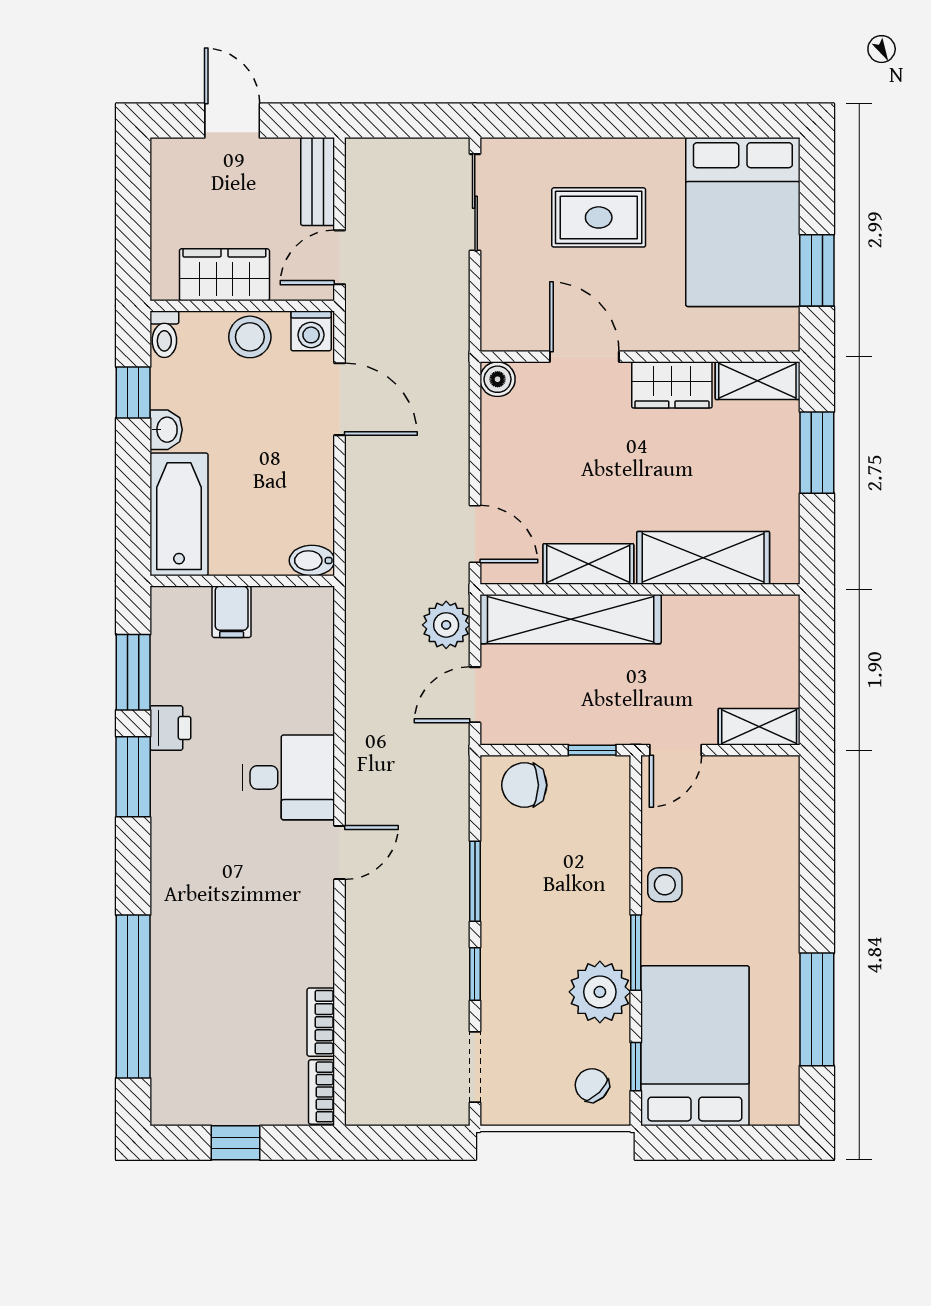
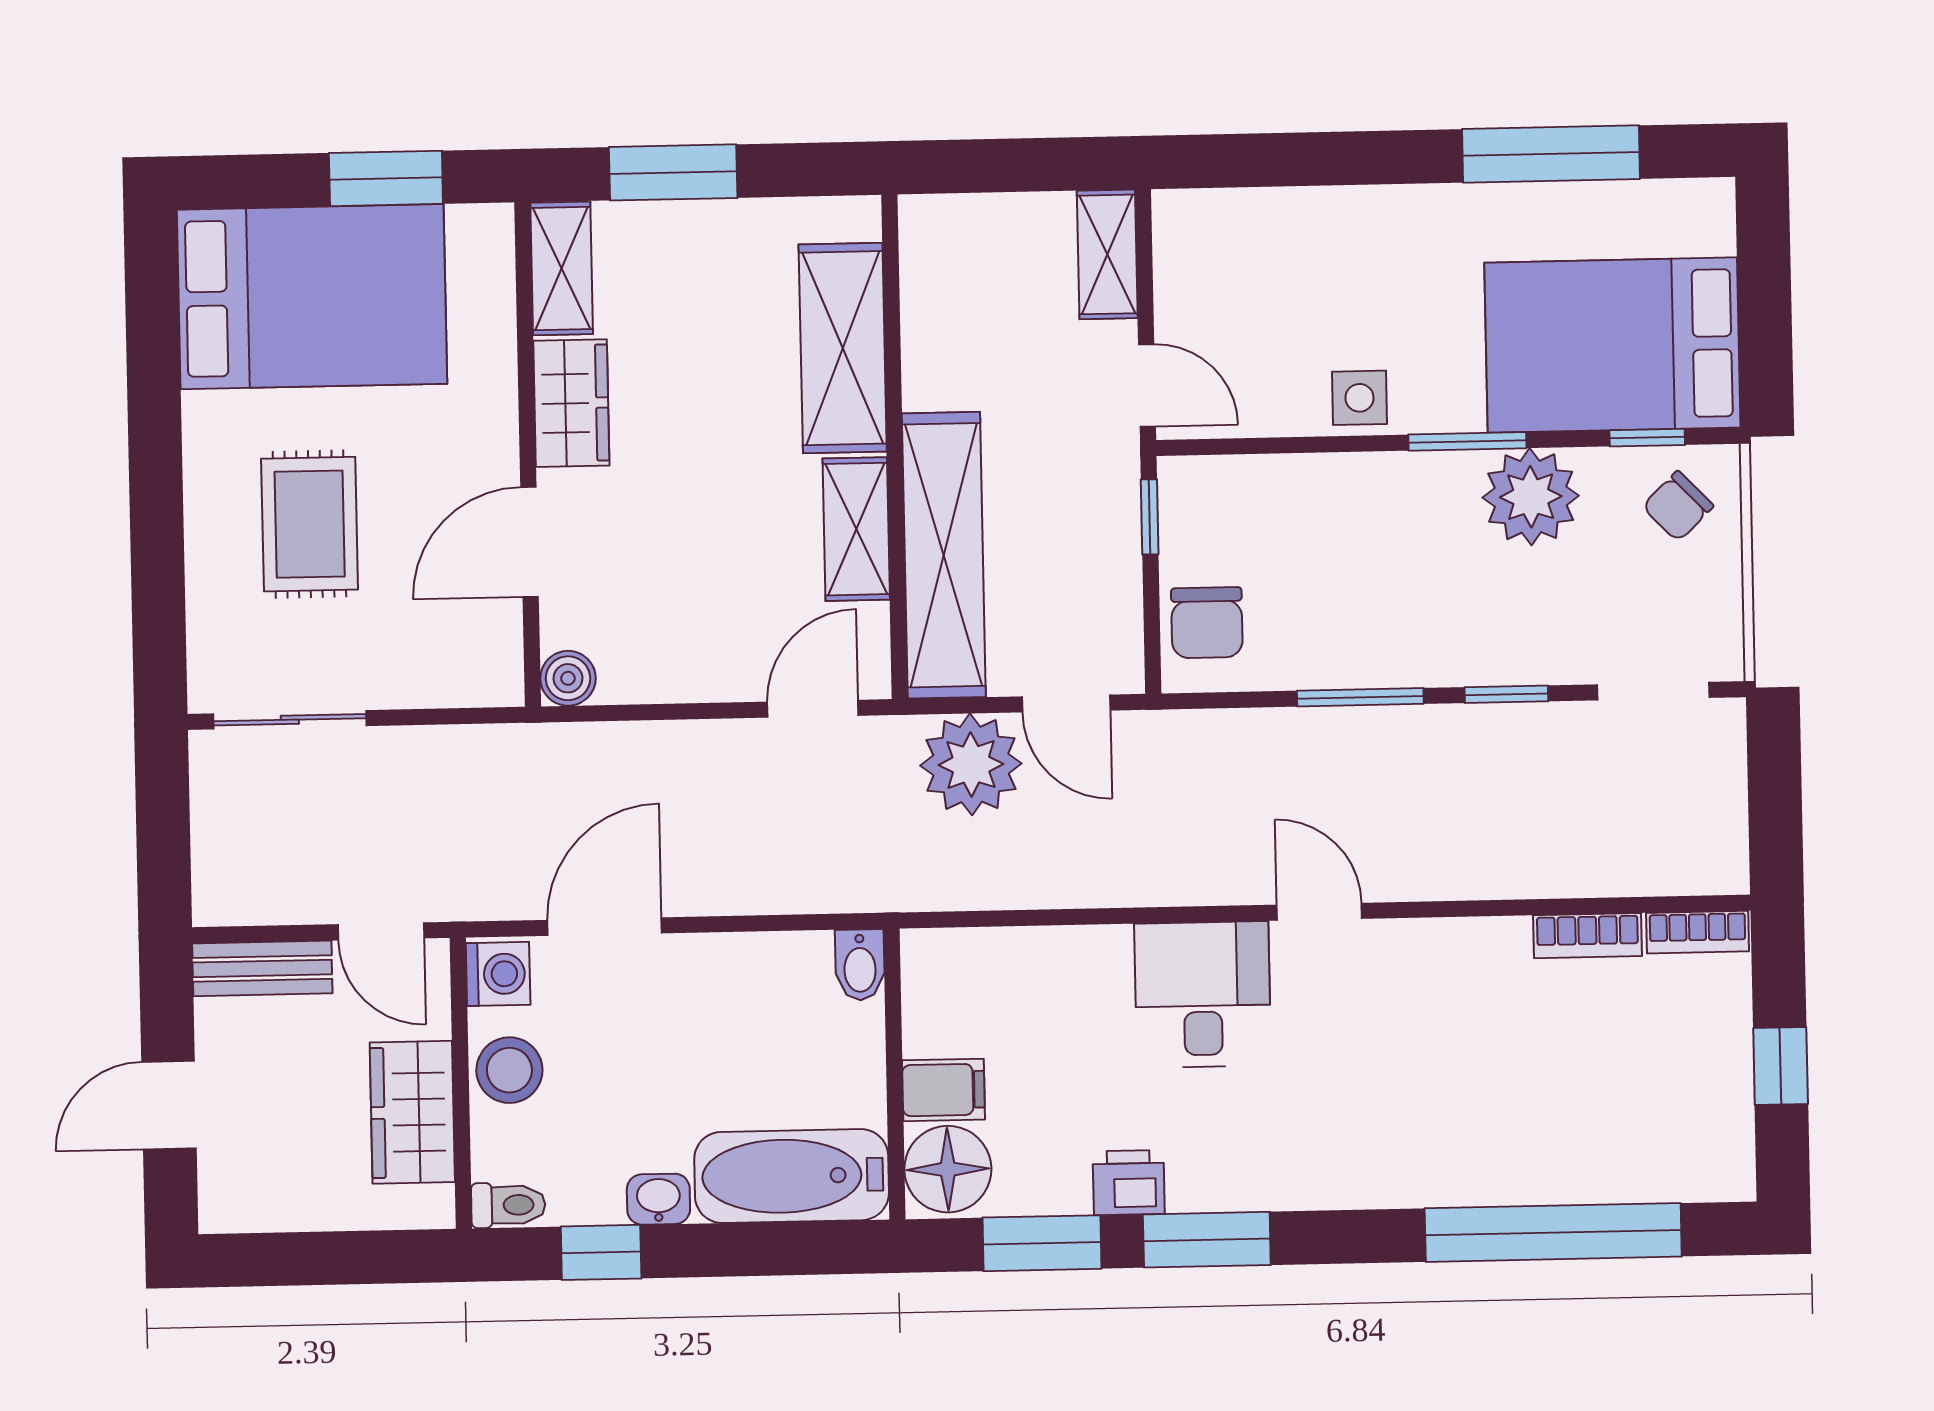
floor lamp: (181, 614) -> (948, 1169), added
plant: (446, 625) -> (971, 764), width x1.36, depth x1.36

